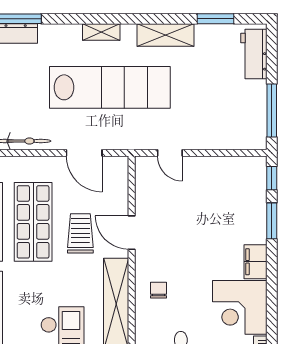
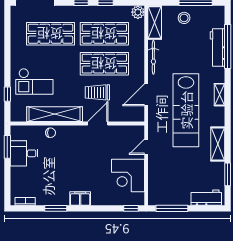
shelving: (101, 32) -> (219, 95), moved
window: (272, 221) -> (56, 208), moved
trolley: (80, 233) -> (97, 92), turned 180
chair: (158, 290) -> (51, 133), moved
corner desk: (240, 307) -> (128, 176), moved, turned -90

